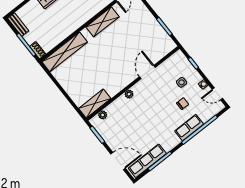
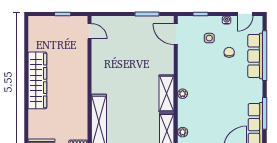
shelving: (102, 22) -> (166, 93), moved
door: (147, 72) -> (176, 34), moved
row of seats: (189, 128) -> (255, 56), width x1.48

